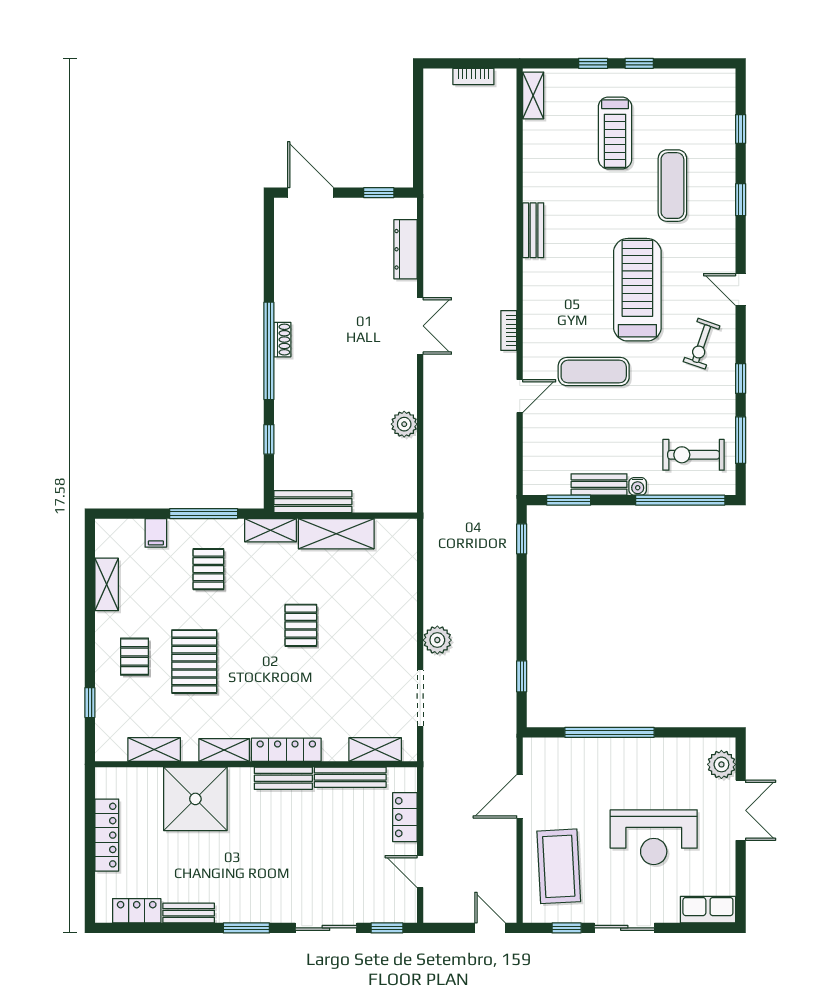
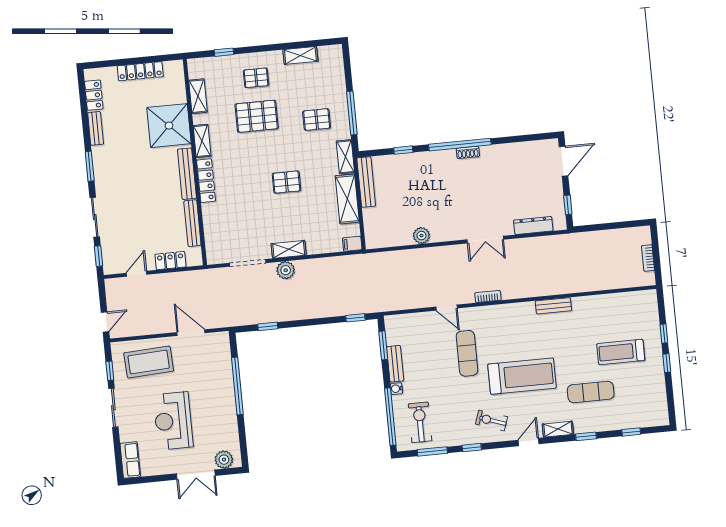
shelving: (533, 95) -> (558, 429), moved
filing cabinet: (156, 533) -> (352, 244), moved
shelving: (375, 749) -> (289, 249), moved, turned 90
bench: (283, 778) -> (187, 174), width x1.36

